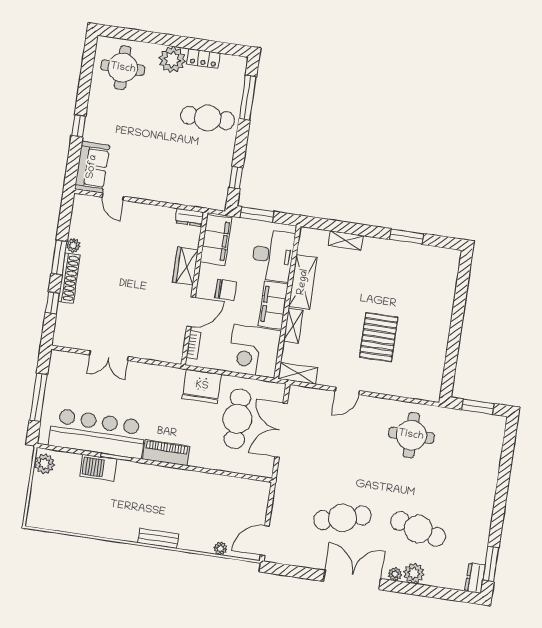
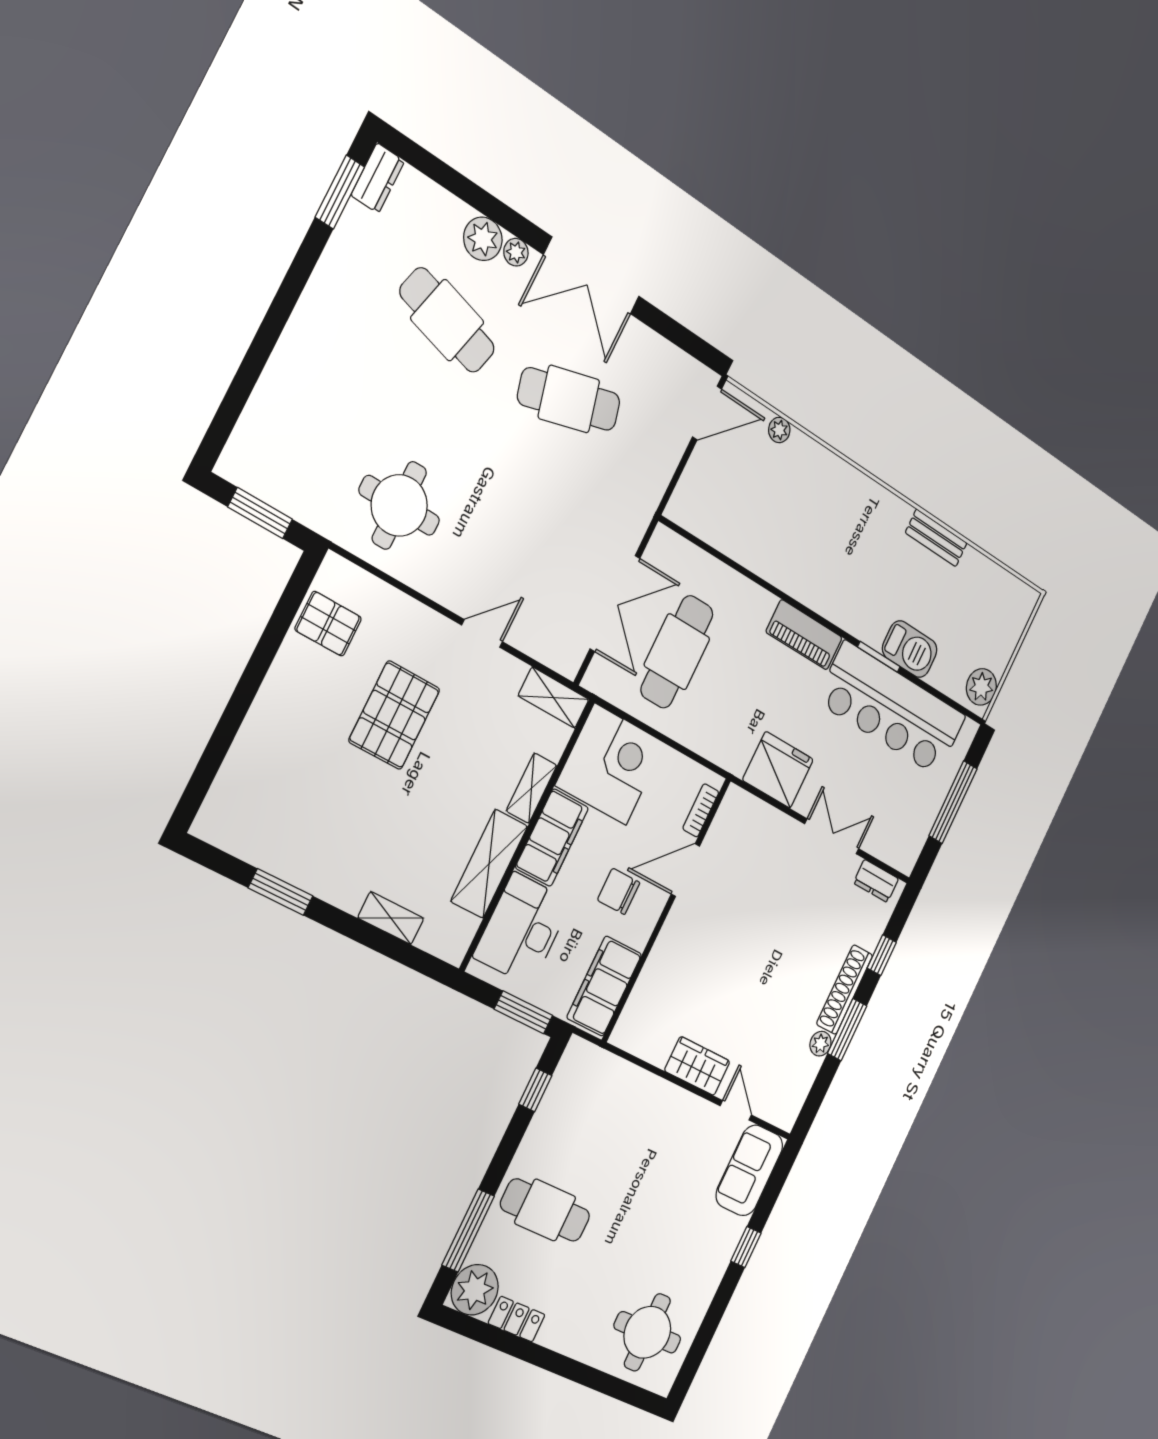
plant: (172, 60) -> (475, 1290), moved
dresser: (190, 217) -> (876, 881), moved, turned 180
wardrobe: (185, 266) -> (697, 1066), moved, turned -90
pallet: (427, 368) -> (328, 624), added
fridge: (202, 386) -> (778, 770), moved
bench: (158, 538) -> (936, 538), moved

